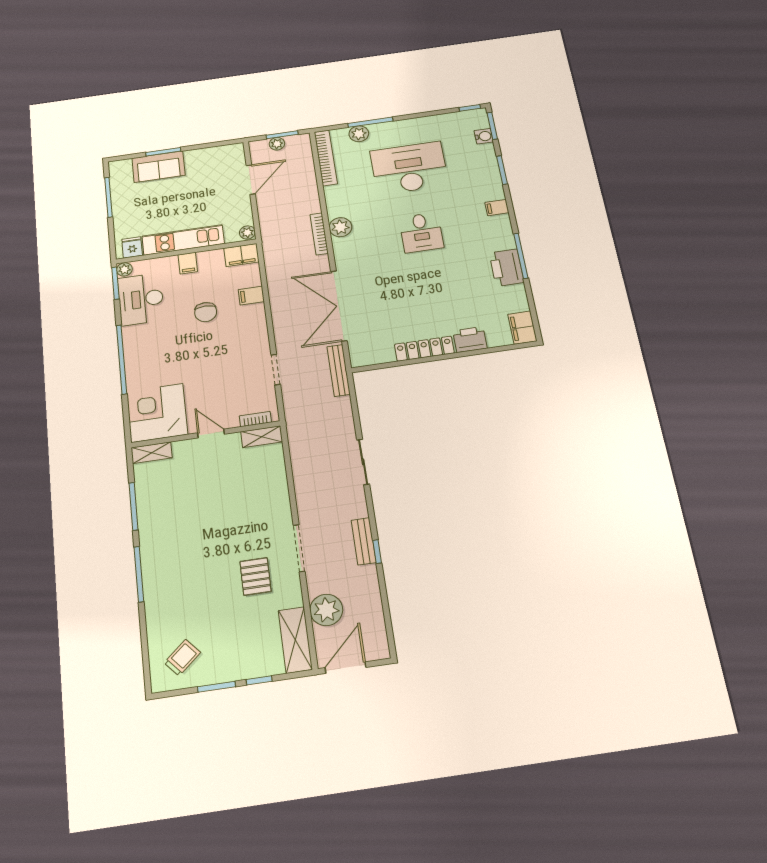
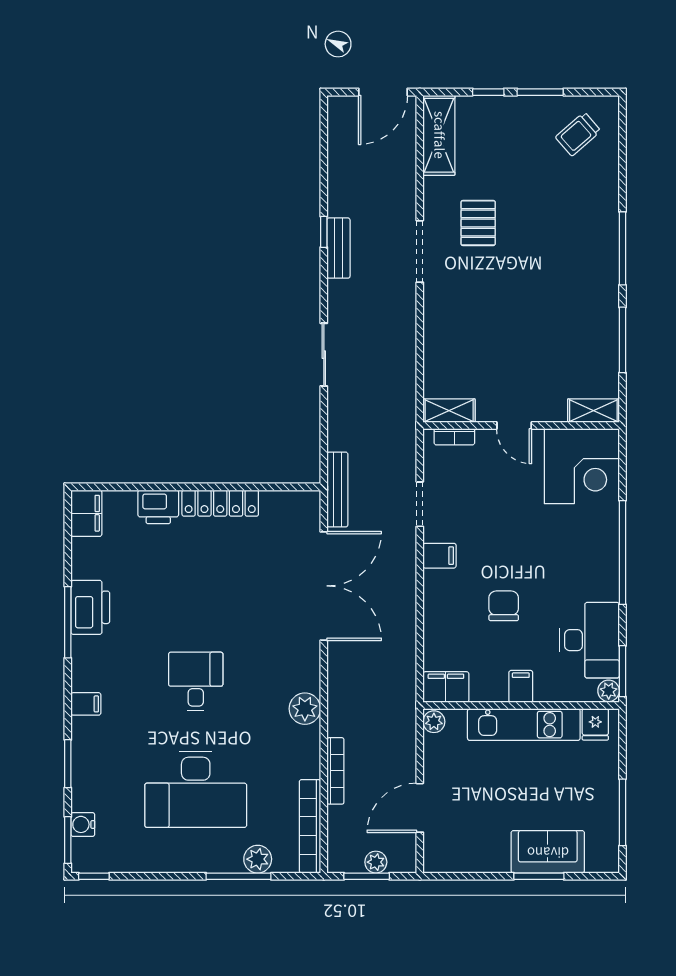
bookcase: (319, 234) -> (335, 771), moved
filing cabinet: (251, 296) -> (440, 556), moved
plant: (326, 610) -> (396, 167), removed

